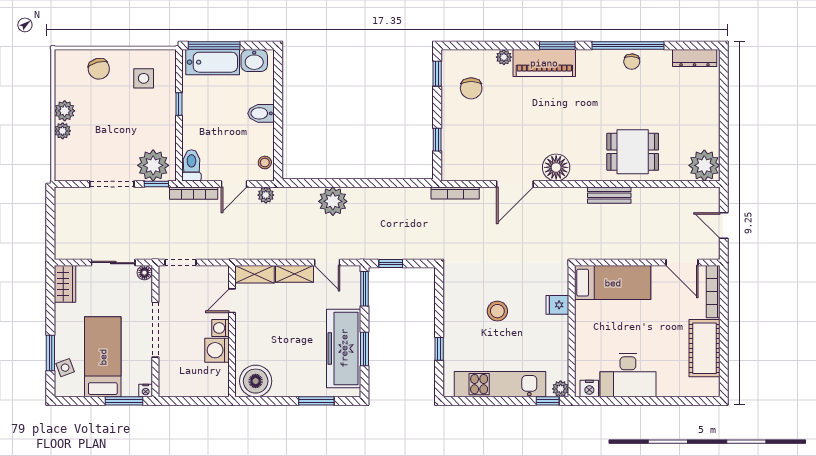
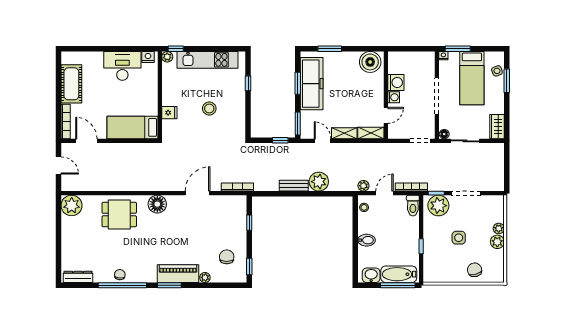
side table: (144, 78) -> (459, 238), moved
floor lamp: (556, 167) -> (157, 204), moved
bench: (609, 195) -> (294, 186), moved

